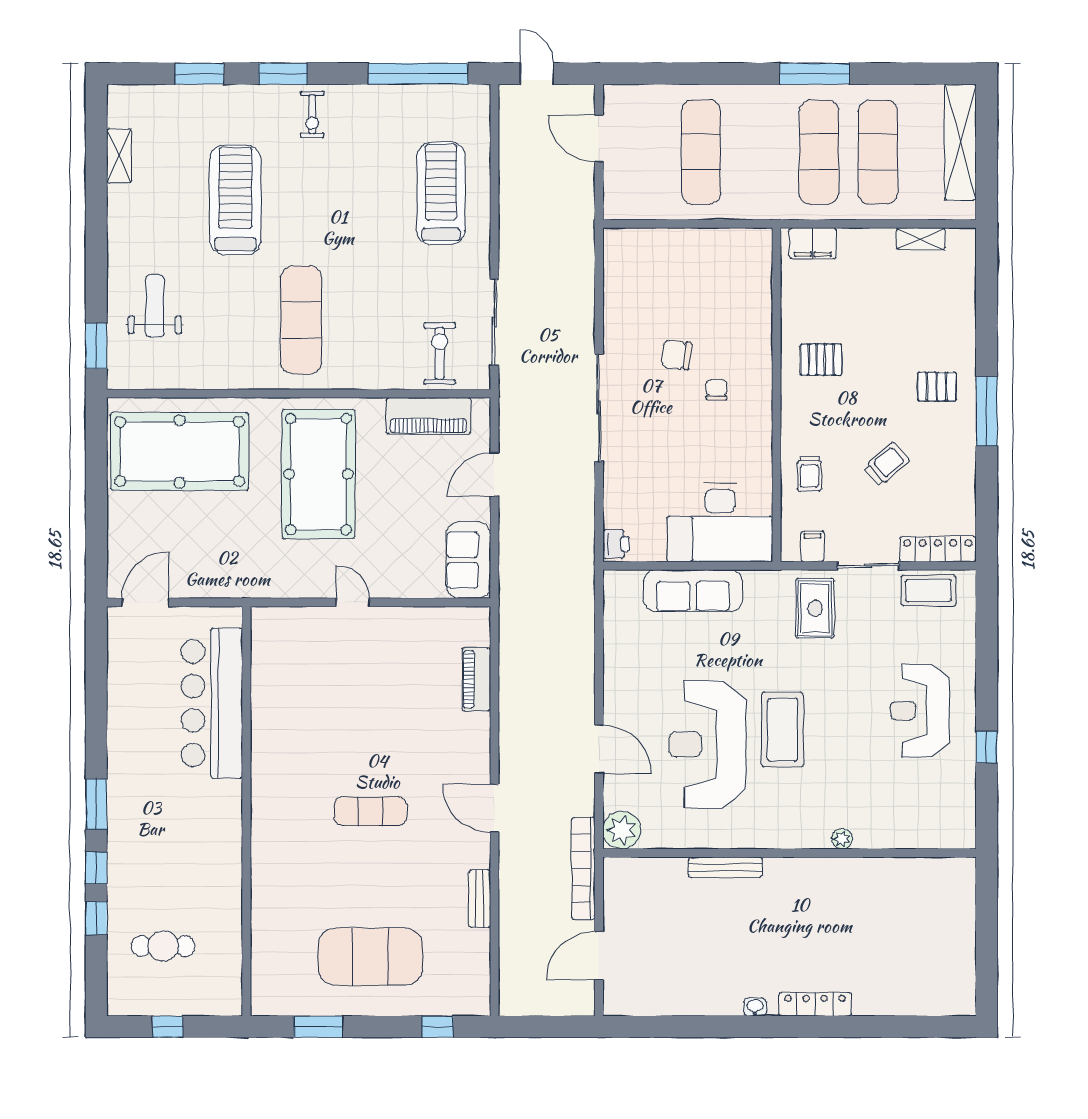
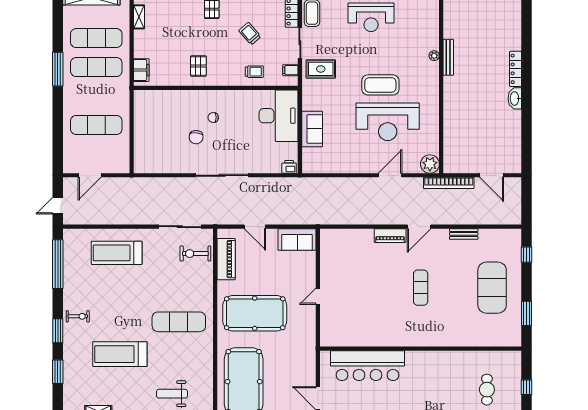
sofa: (693, 591) -> (312, 129), width x0.73
piano: (476, 679) -> (390, 236), moved
bench: (725, 867) -> (448, 57), moved
washbasin: (755, 1007) -> (515, 98), width x1.91, depth x1.45

